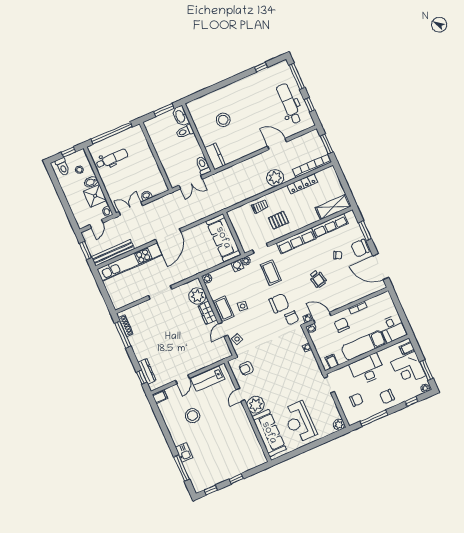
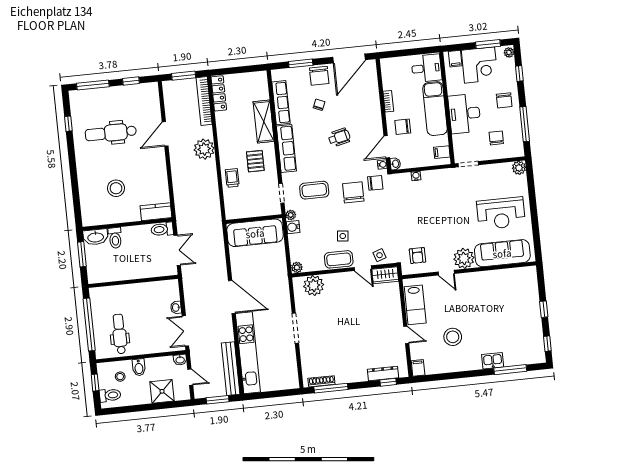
dental chair: (289, 104) -> (111, 133), moved
locker: (302, 184) -> (219, 93), moved
shower: (95, 196) -> (162, 391), moved
shelving: (333, 207) -> (264, 121), moved
wardrobe: (207, 313) -> (385, 275), moved

